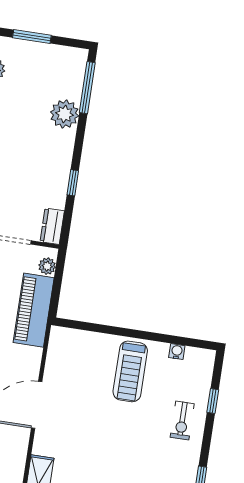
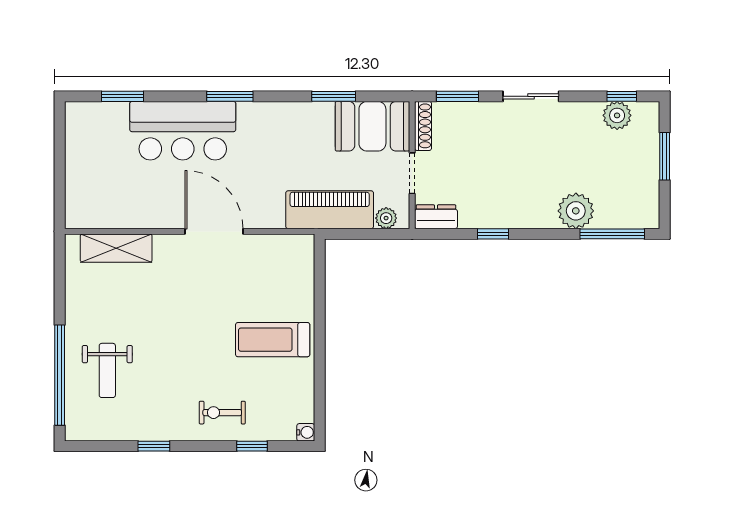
water cooler: (177, 352) -> (306, 432), moved

